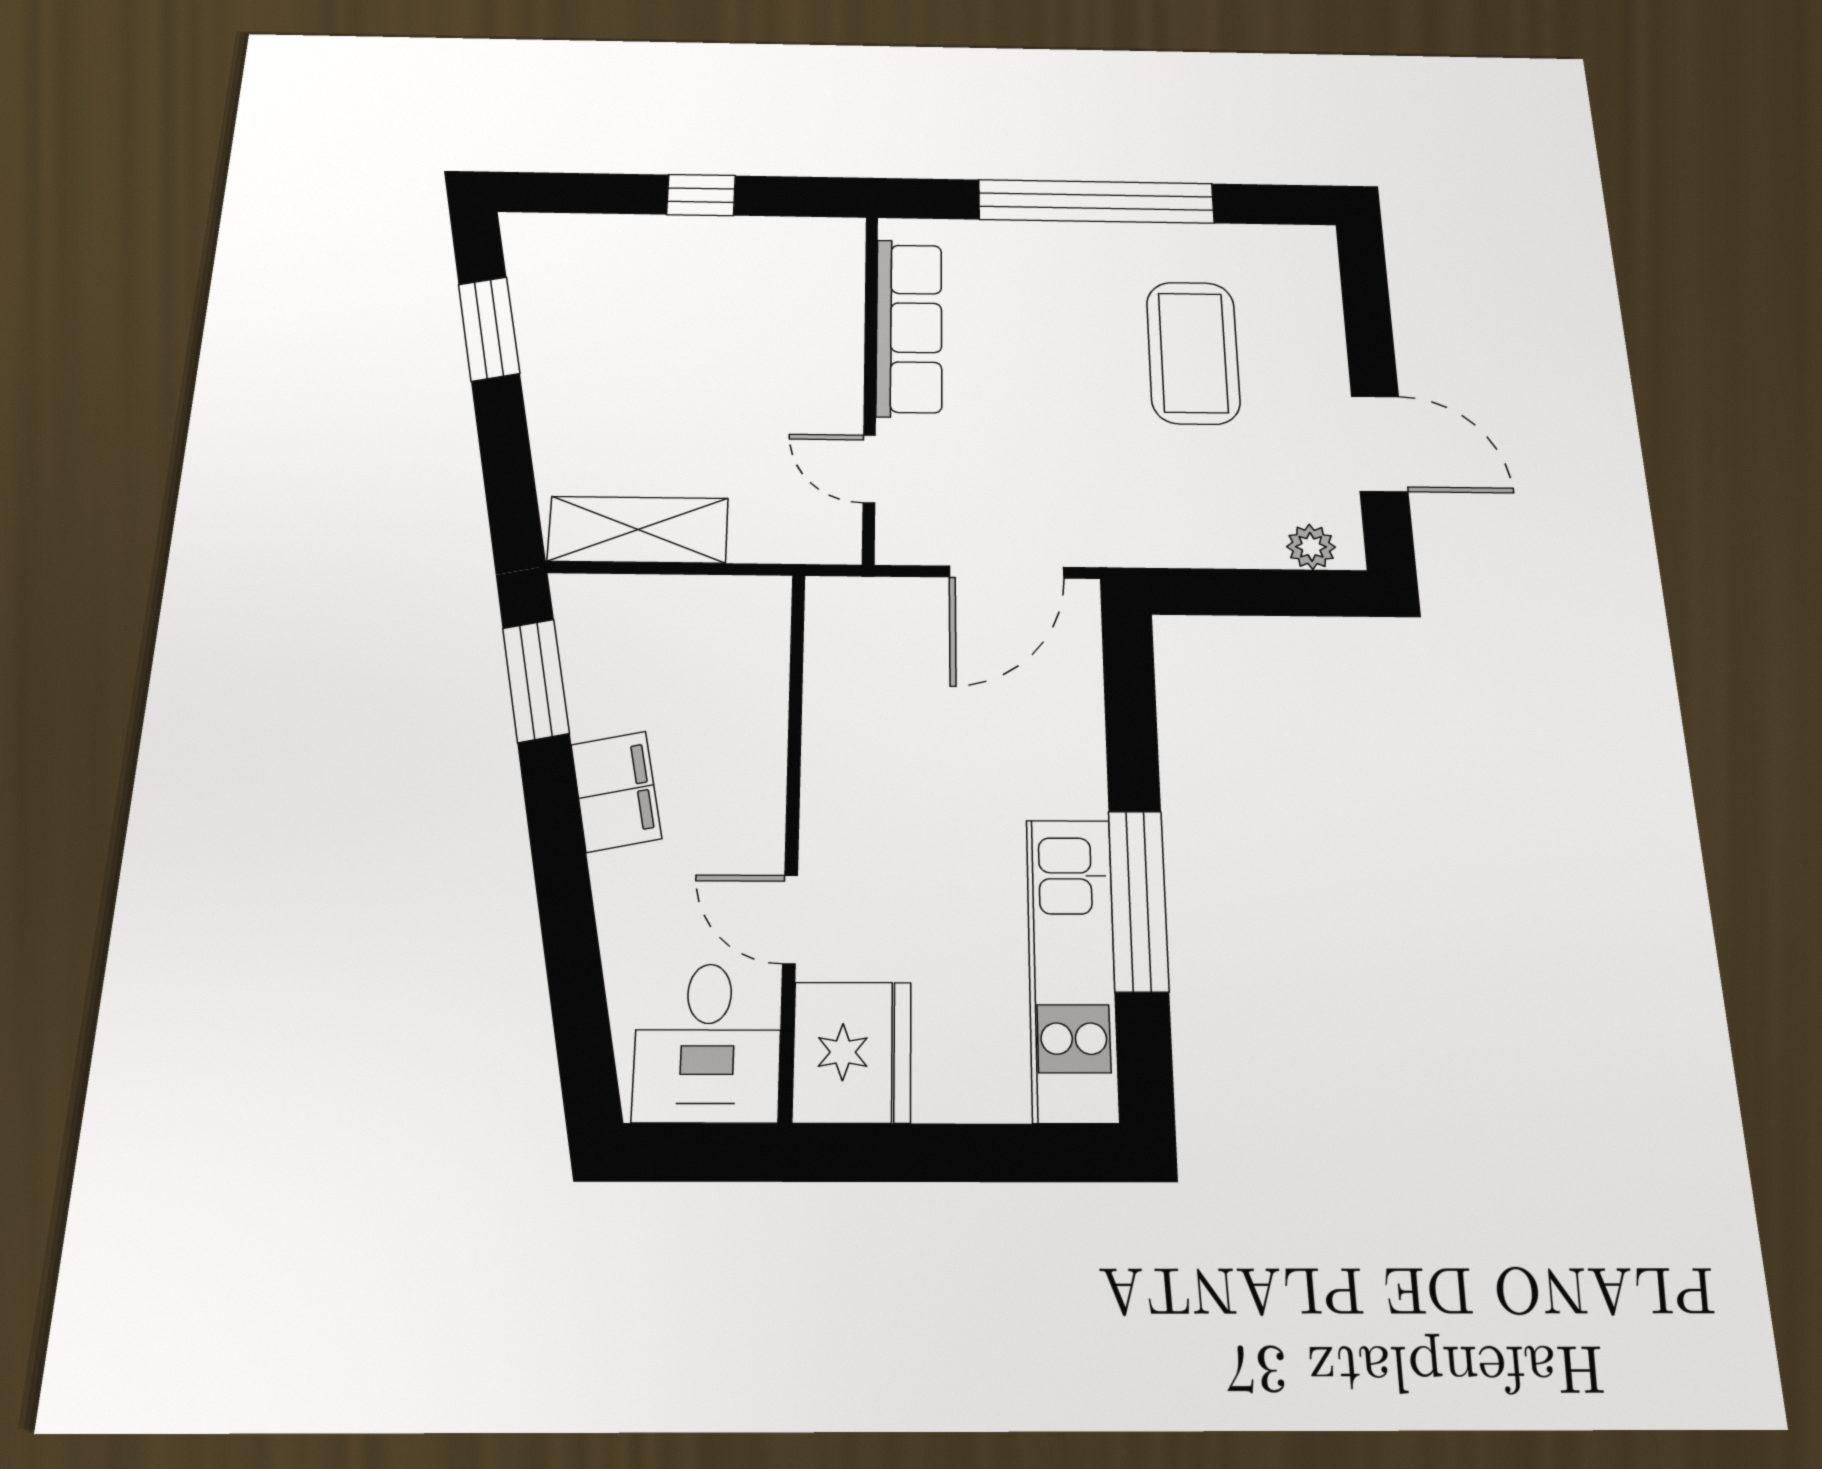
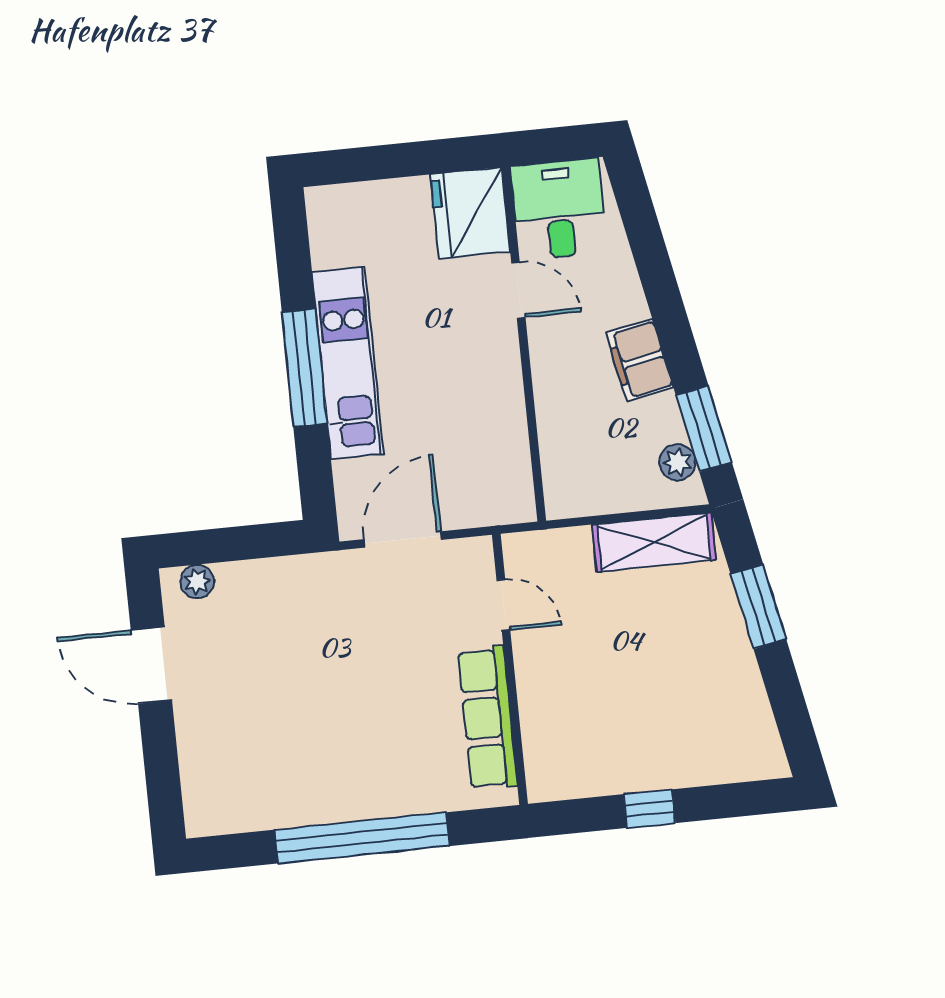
window: (489, 329) -> (758, 607), moved
coffee table: (1193, 353) -> (285, 722), removed
plant: (584, 637) -> (677, 462), added
window: (1138, 900) -> (304, 368), moved
kitchen unit: (1072, 968) -> (348, 363), moved

